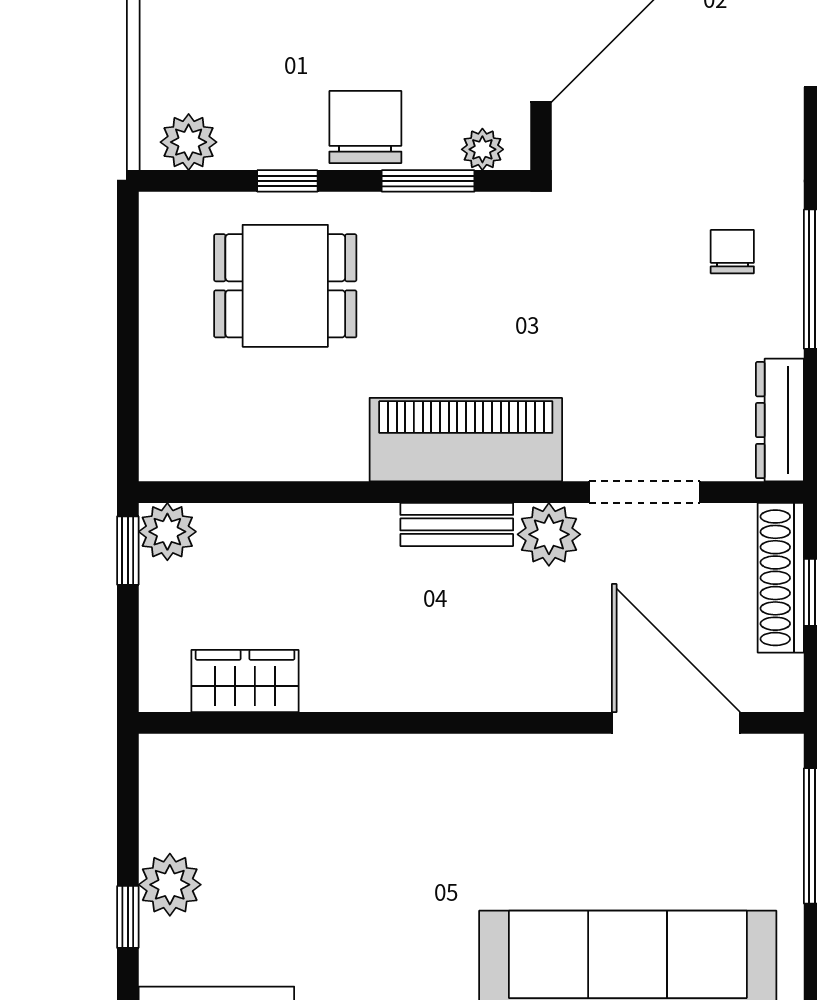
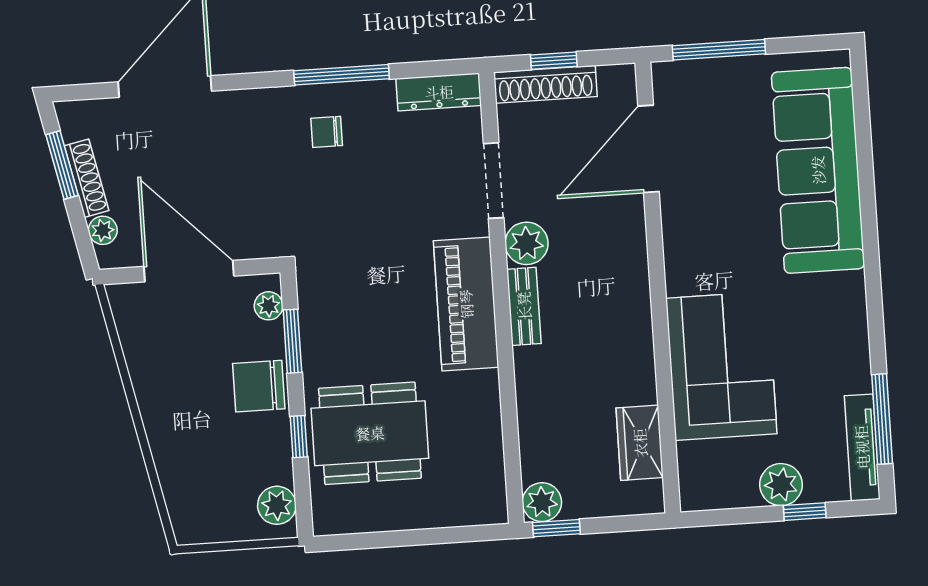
dining table: (285, 286) -> (370, 433), width x1.37
corner sofa: (350, 809) -> (721, 366), added

